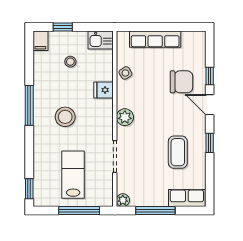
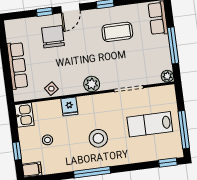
window: (79, 211) -> (184, 130), moved

